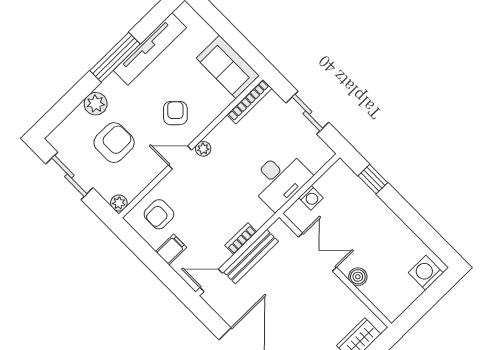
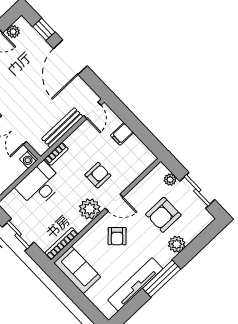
plant: (203, 149) -> (90, 209), width x1.88, depth x1.88
washing machine: (311, 198) -> (29, 159), moved, turned -90
plant: (119, 203) -> (170, 180), moved
armchair: (159, 214) -> (98, 175), moved
bookcase: (241, 239) -> (56, 154), moved
door: (211, 280) -> (92, 110), hinge flipped

